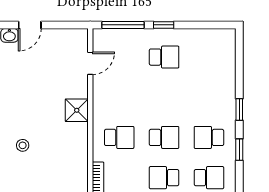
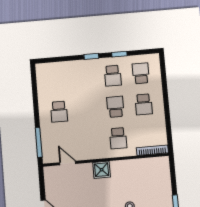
window: (164, 25) -> (37, 114), removed
school desk: (164, 57) -> (59, 112), turned 180
school desk: (119, 137) -> (118, 138), turned 180

